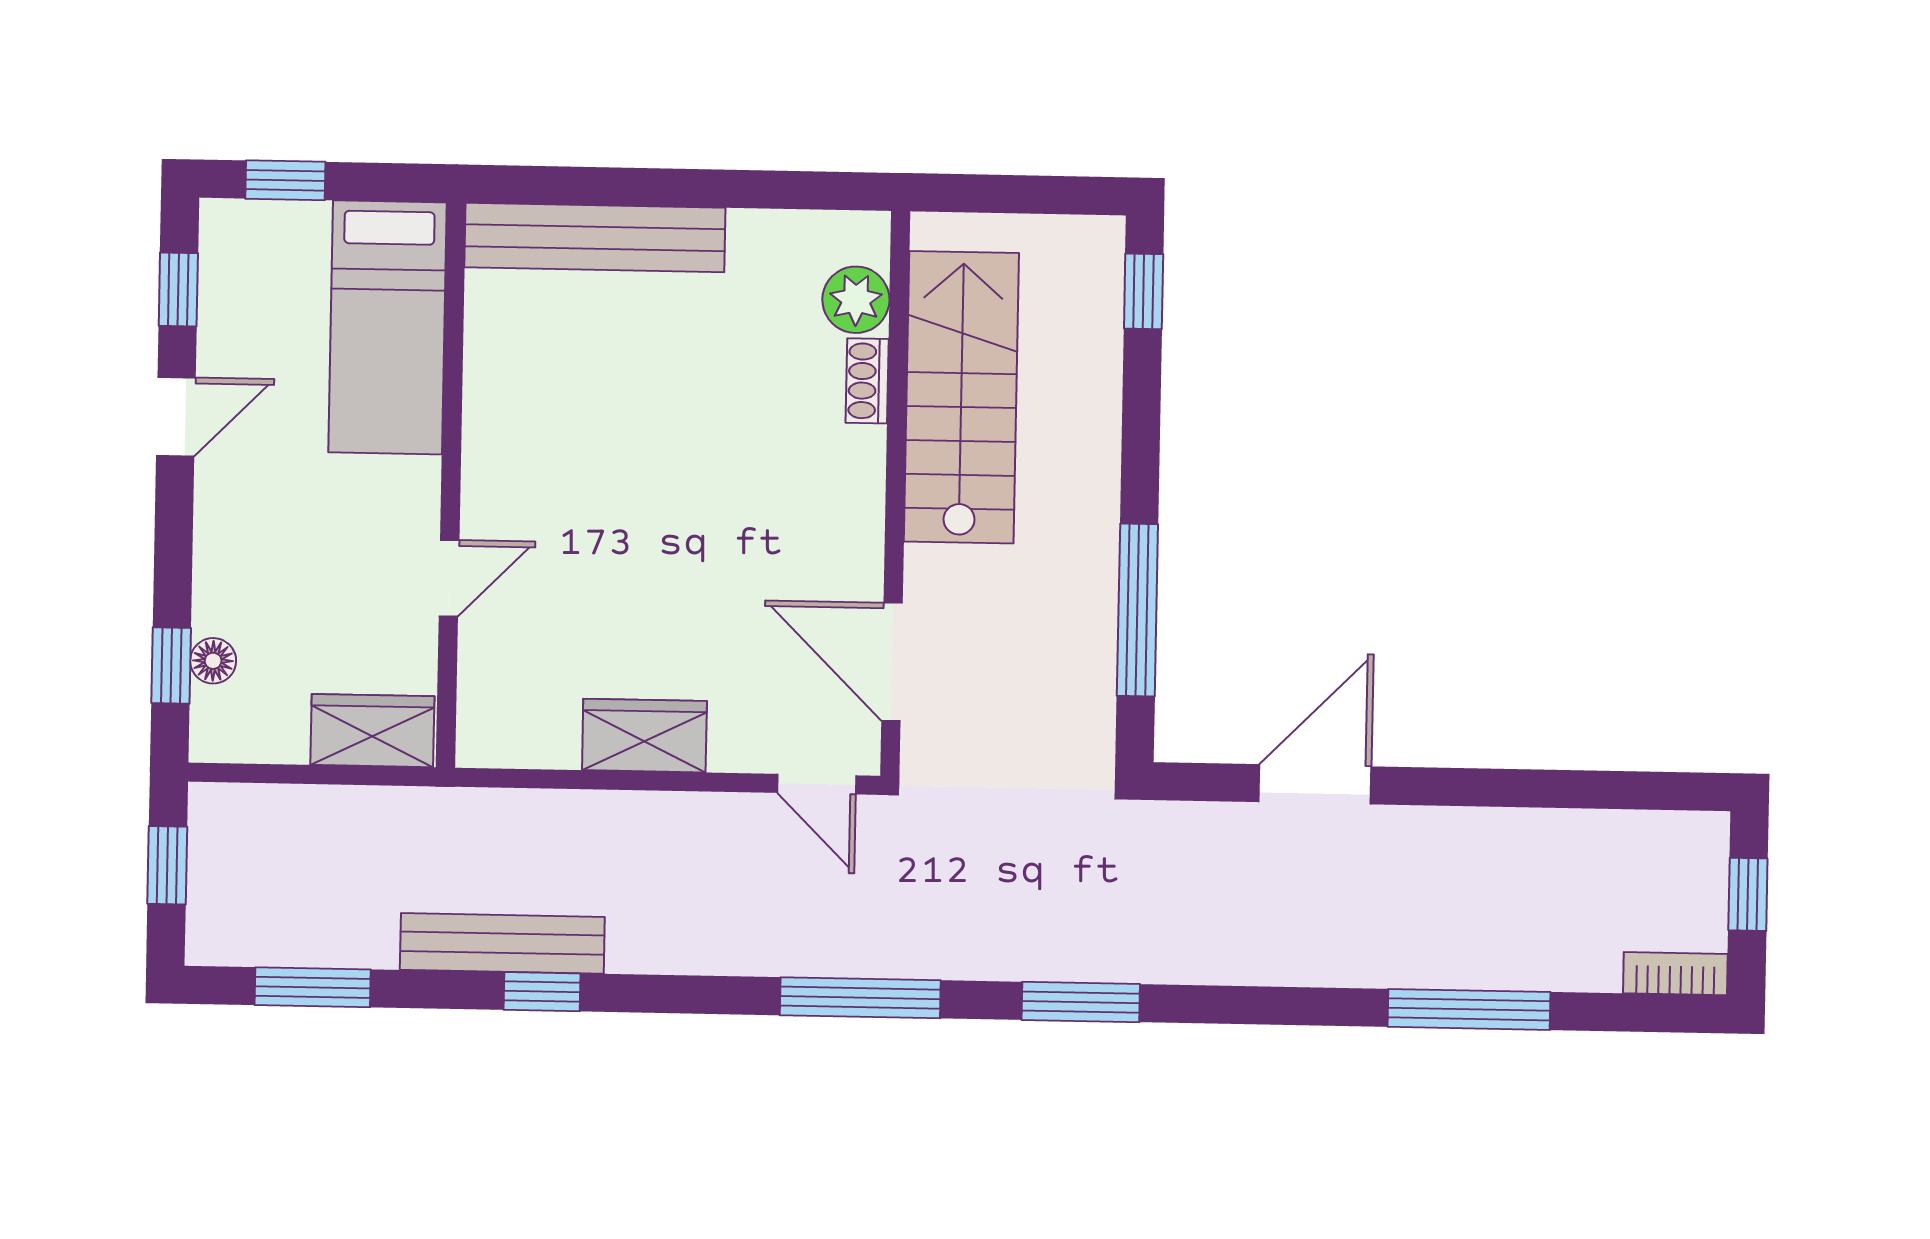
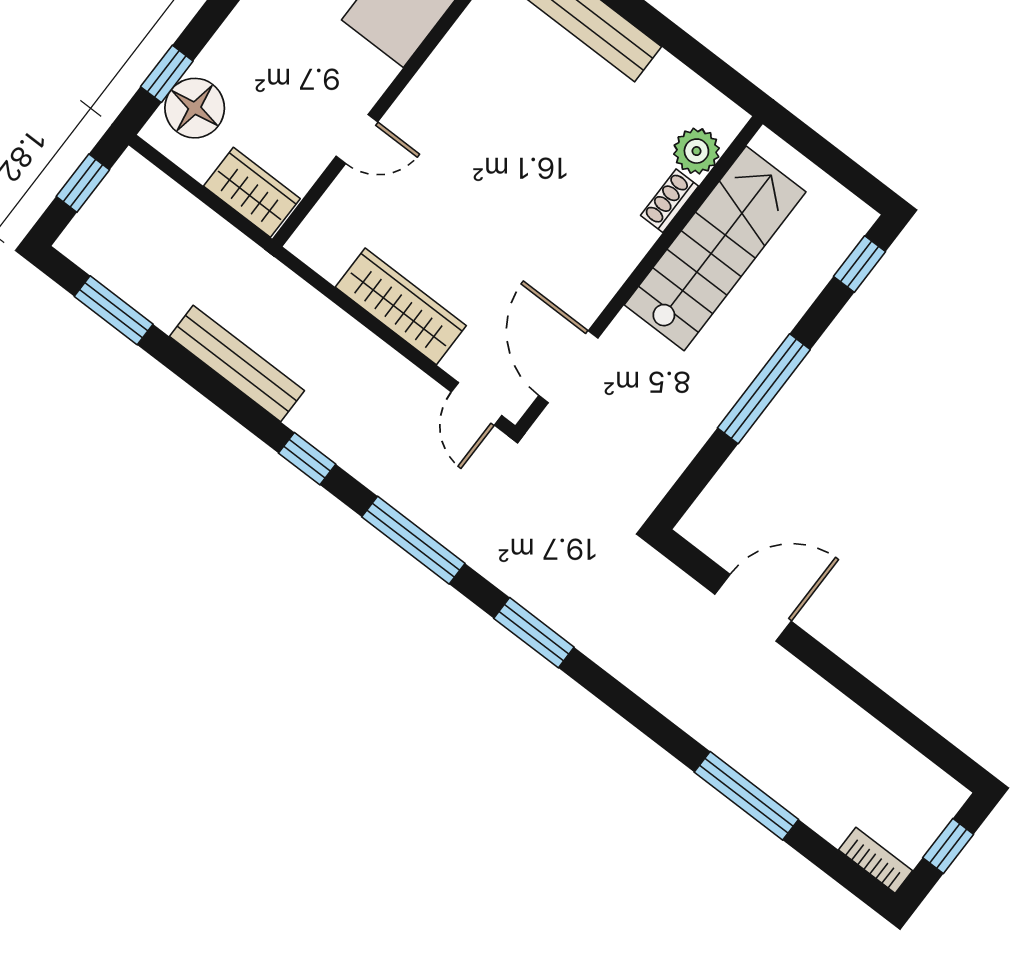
window: (1137, 610) -> (764, 389), moved
floor lamp: (213, 661) -> (195, 108), width x1.89, depth x1.89
wardrobe: (644, 736) -> (401, 306), width x1.50
window: (542, 992) -> (307, 459), moved

